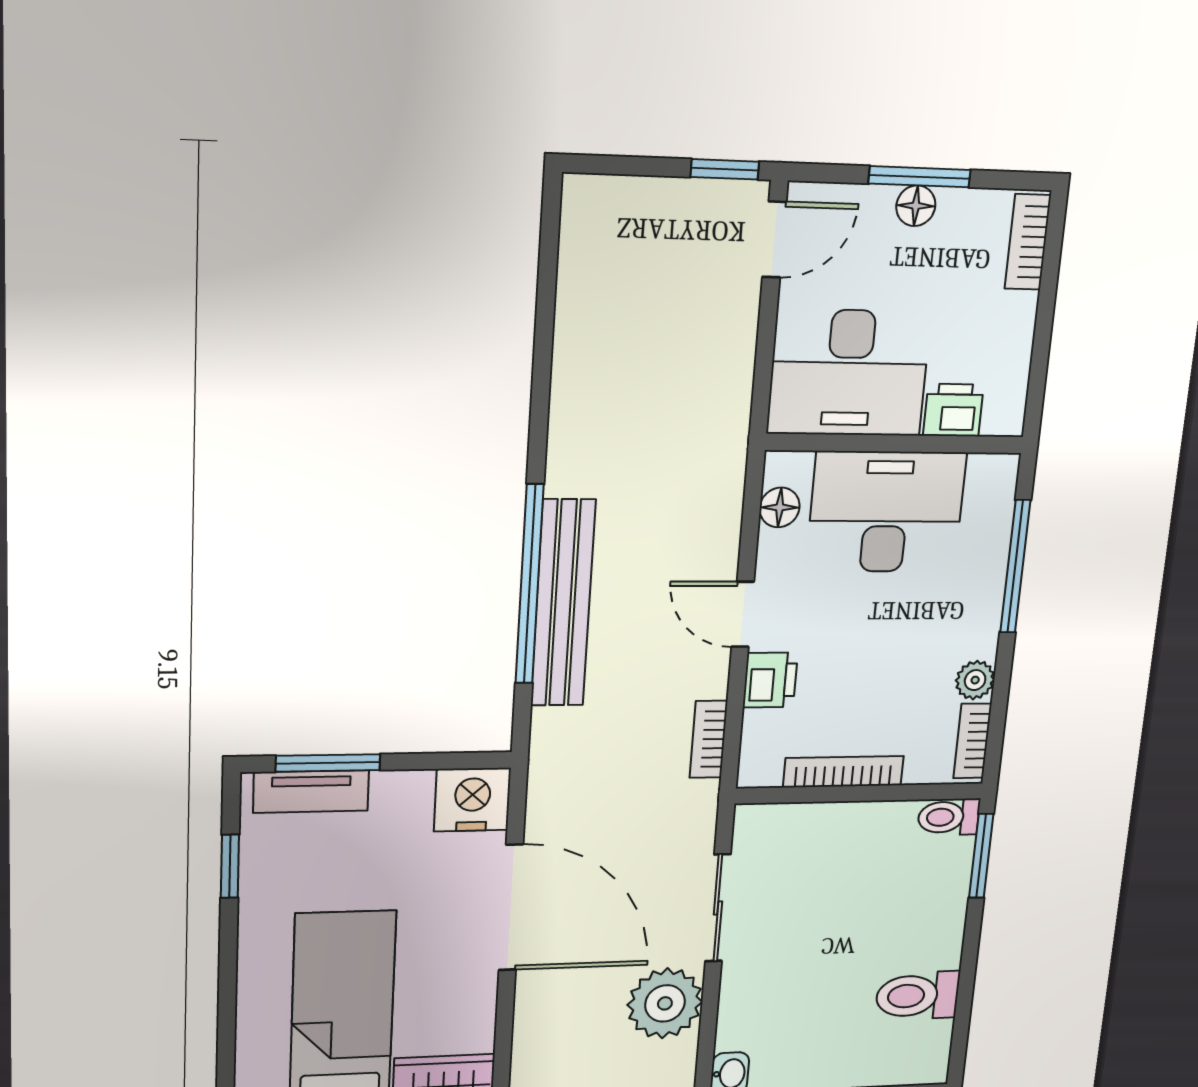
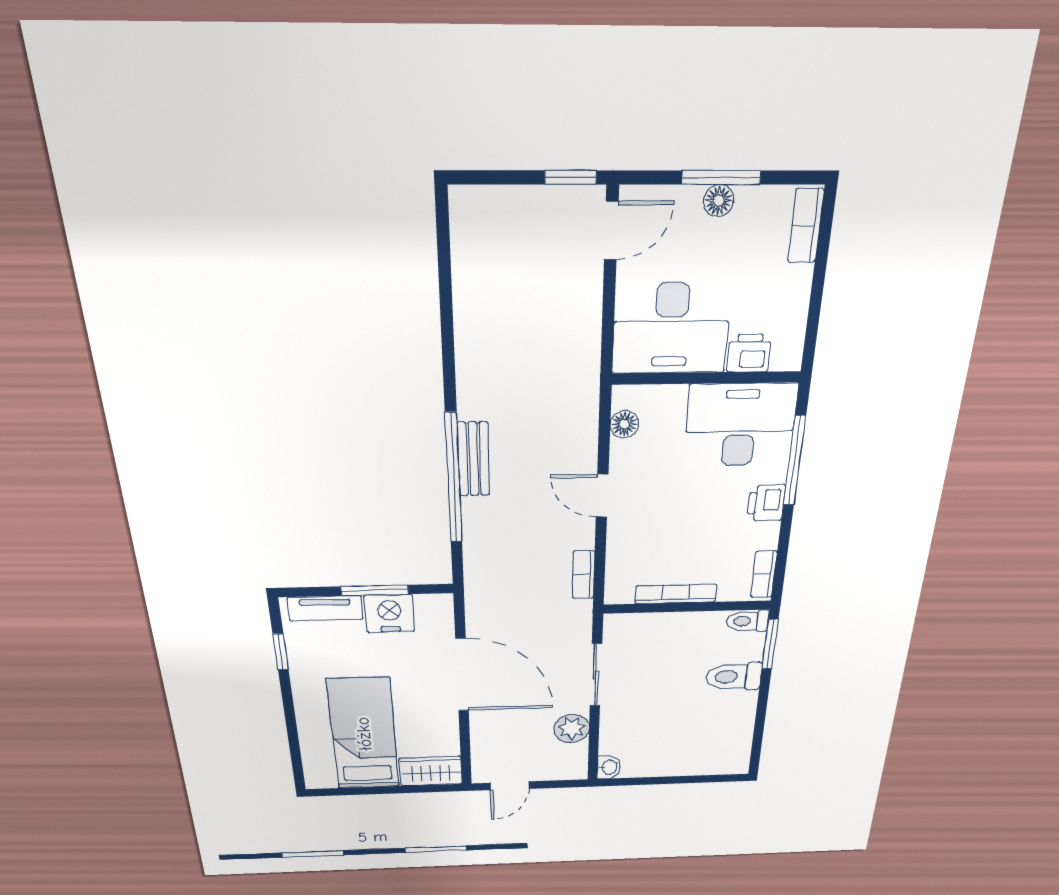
desk: (886, 512) -> (740, 425), moved
bench: (563, 603) -> (474, 459), width x0.54, depth x0.82
printer: (770, 680) -> (766, 503), moved, turned 180
plant: (975, 680) -> (766, 536), removed
window: (328, 763) -> (375, 590), moved
nightstand: (472, 800) -> (389, 613), moved
toilet: (917, 996) -> (734, 677), moved
plant: (665, 1003) -> (572, 729), width x0.73, depth x0.73

